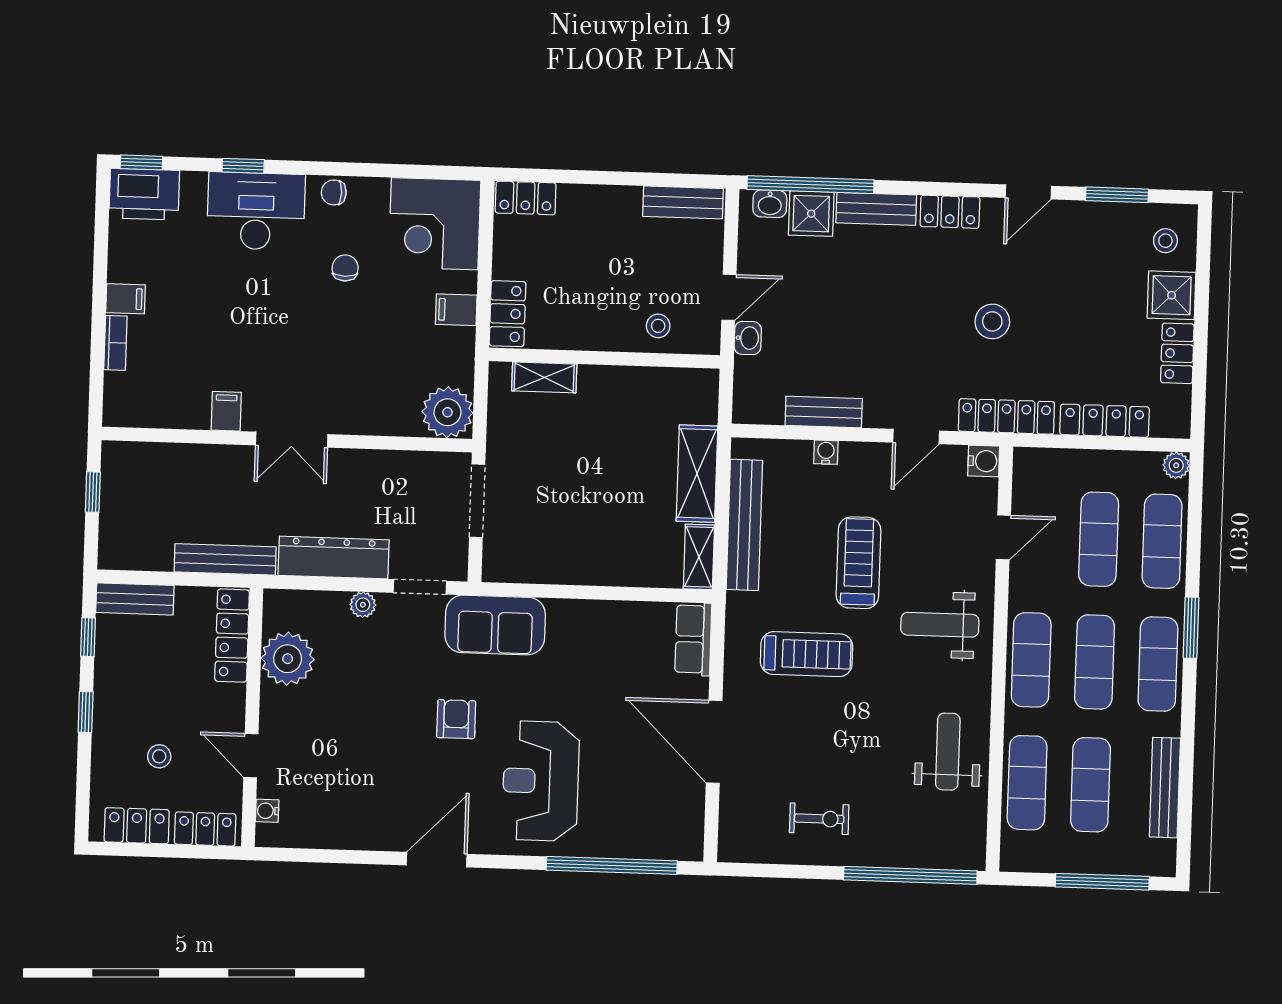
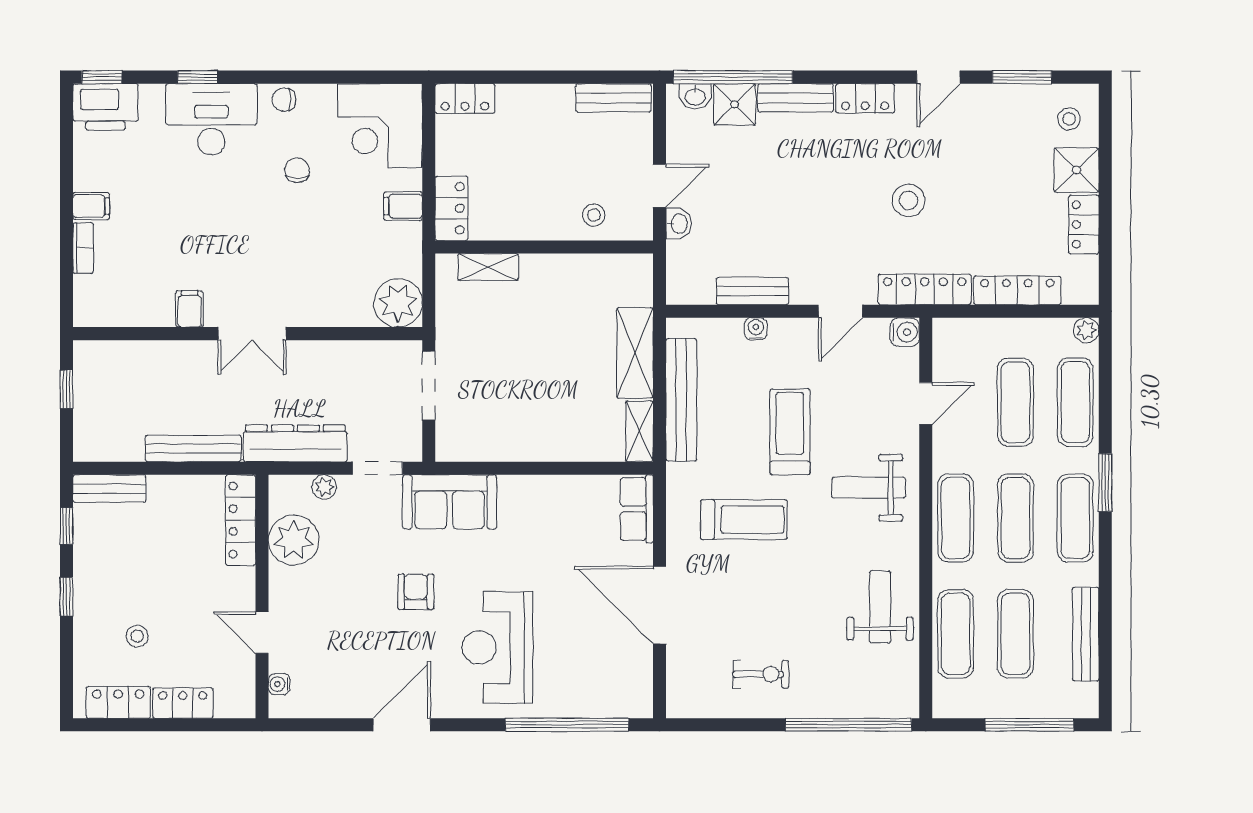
locker: (232, 636) -> (241, 520), moved
plant: (288, 659) -> (294, 540), moved
wall: (252, 717) -> (262, 597), moved
door: (251, 756) -> (262, 633), moved
water cooler: (267, 811) -> (279, 684), moved

